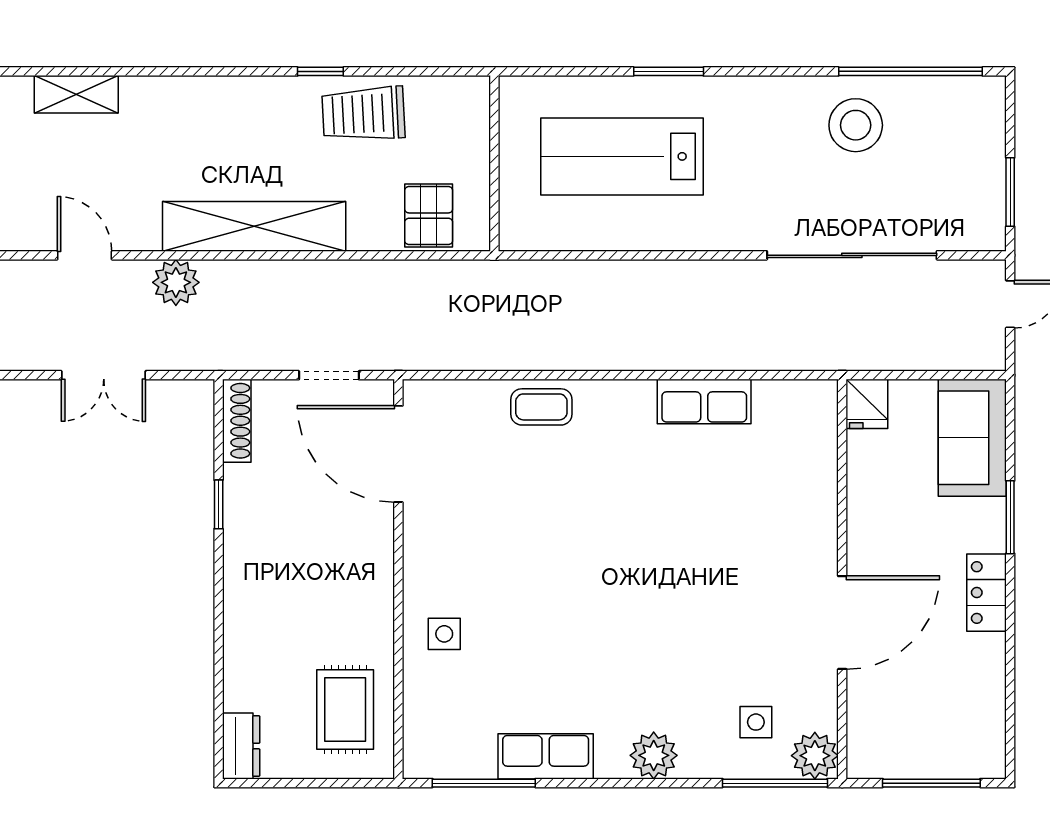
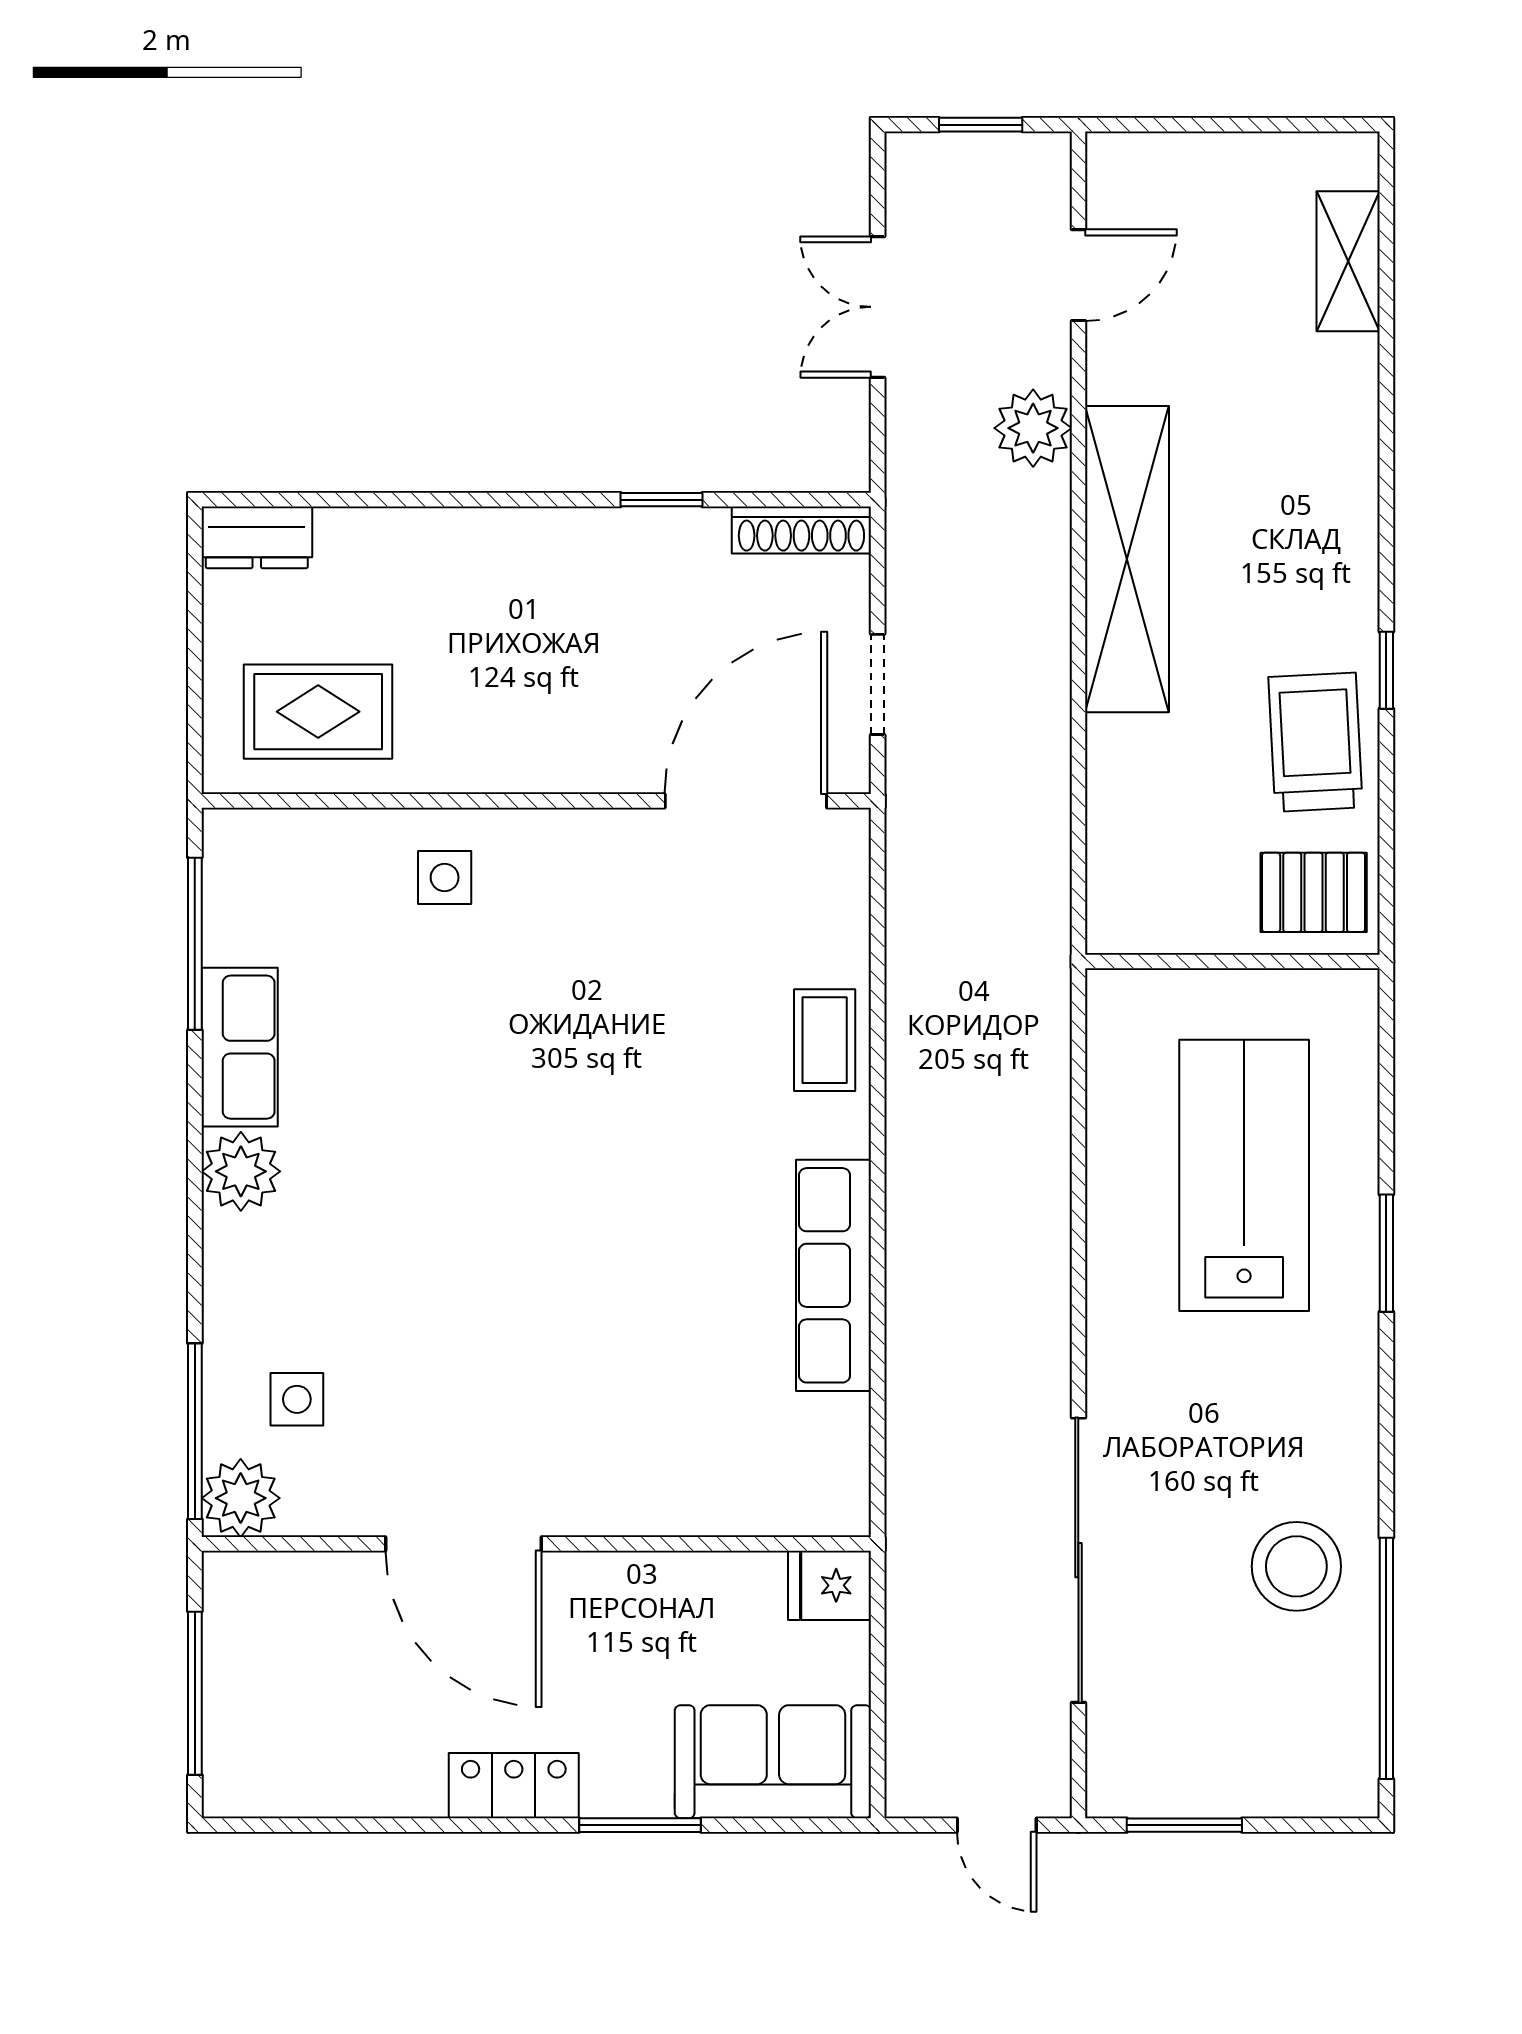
pallet: (429, 216) -> (1314, 892), moved
row of seats: (704, 402) -> (834, 1275), width x1.48
plant: (654, 755) -> (241, 1171), moved

